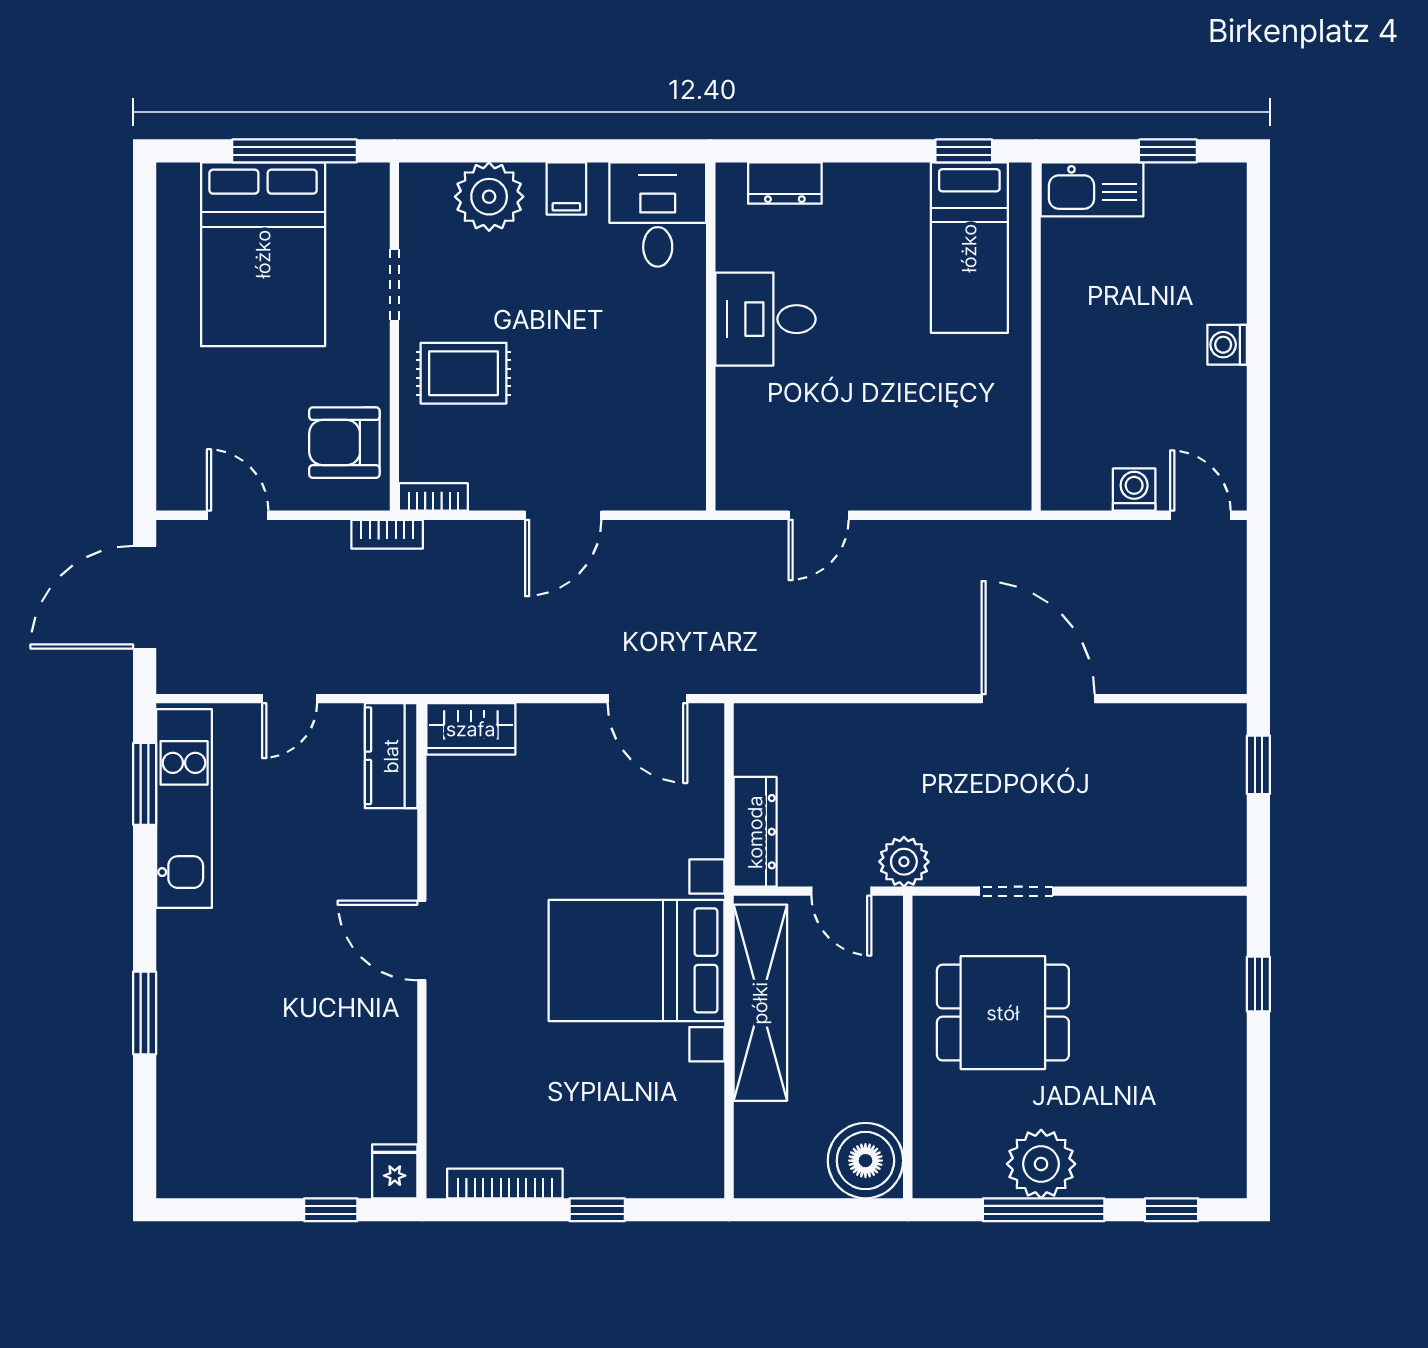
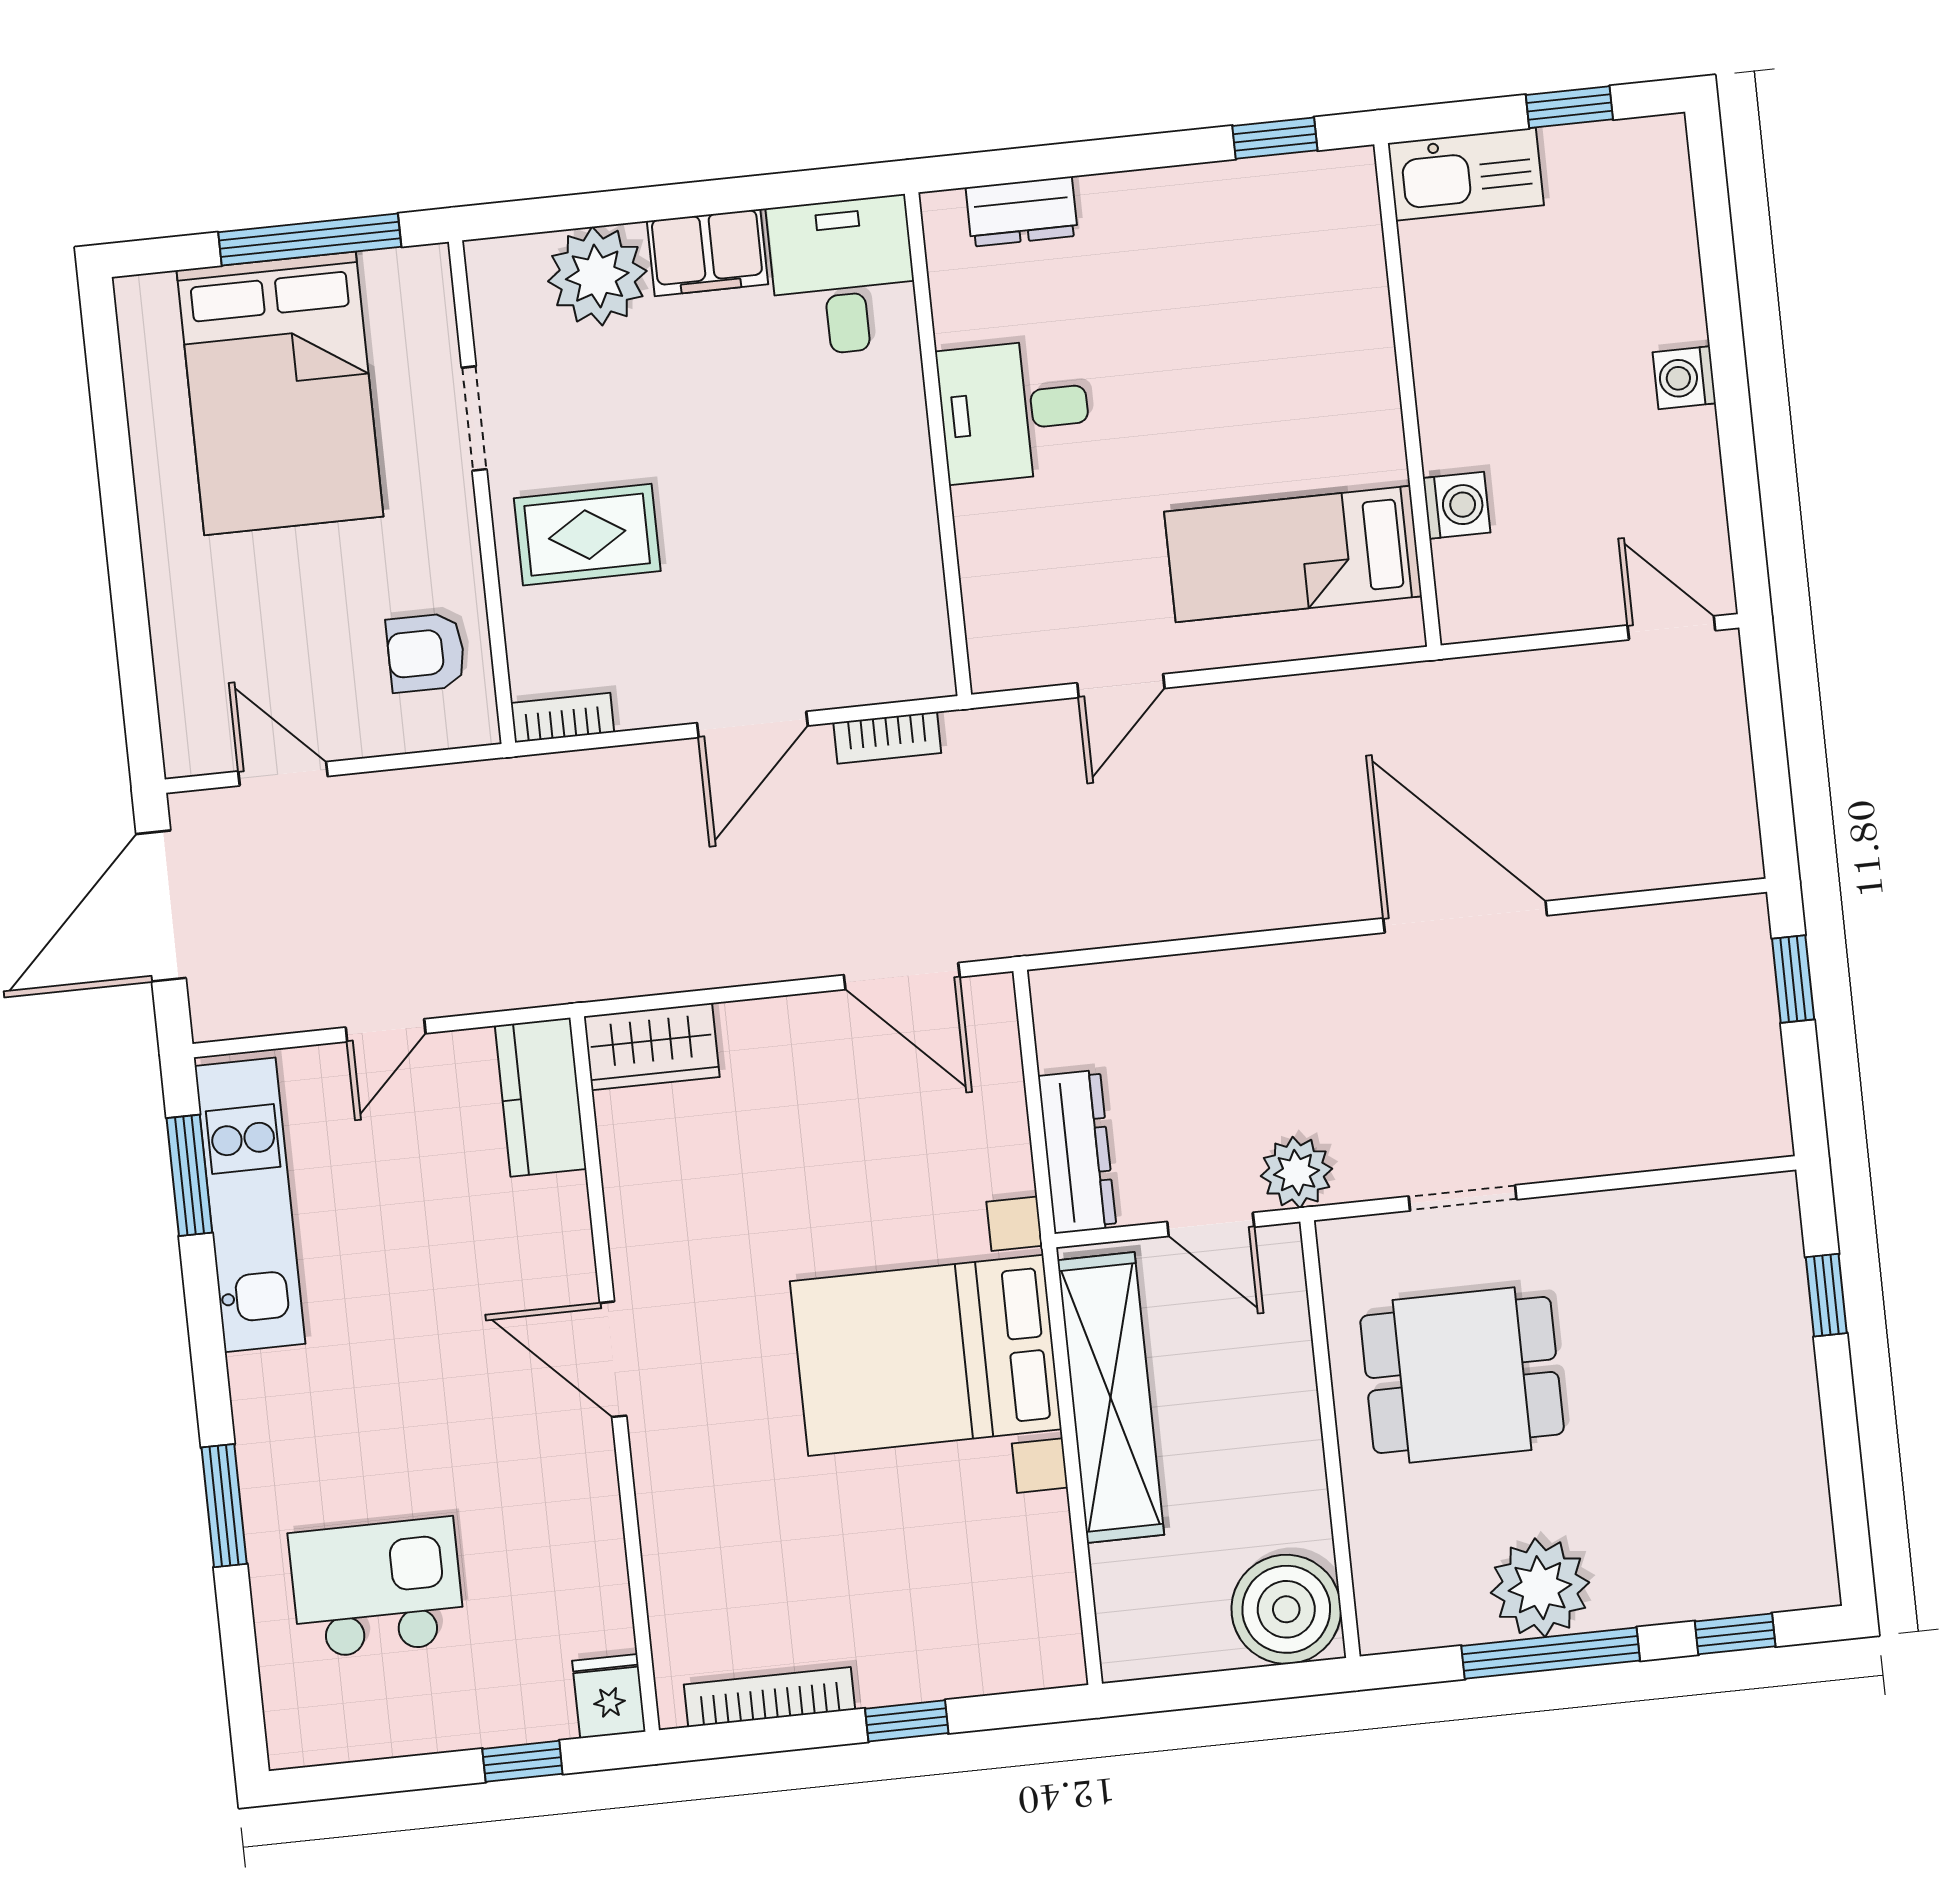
filing cabinet: (566, 189) -> (707, 253), width x2.00
bed: (969, 248) -> (1293, 554), moved, turned 90
armchair: (344, 443) -> (426, 653), width x0.72, depth x0.72
washing machine: (1134, 490) -> (1457, 505), moved, turned 90
bookcase: (387, 534) -> (887, 738), moved
kitchen island: (243, 1080) -> (377, 1588), added

